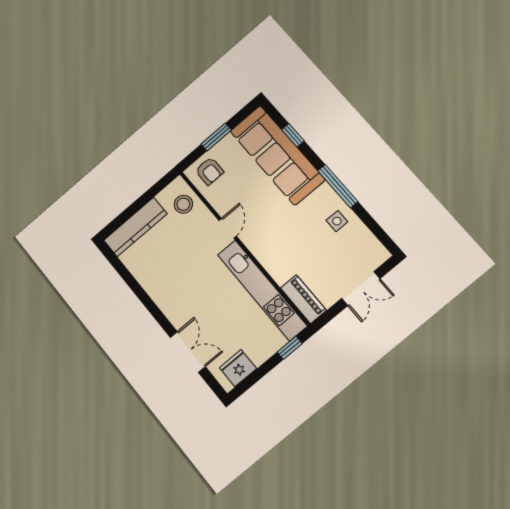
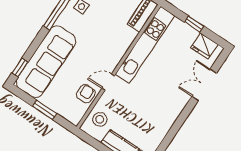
window: (293, 135) -> (20, 68), moved
armchair: (209, 171) -> (86, 94), moved
window: (290, 348) -> (194, 24), moved

